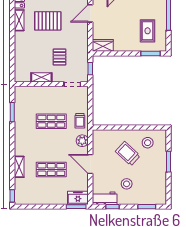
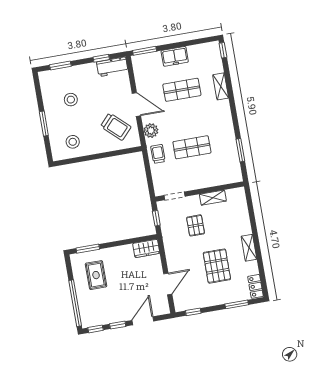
shelving: (19, 20) -> (249, 248), moved
pallet: (48, 21) -> (217, 266), turned 90
trolley: (128, 154) -> (116, 127), moved
stool: (127, 184) -> (71, 100), moved
freezer: (78, 198) -> (175, 56), moved

